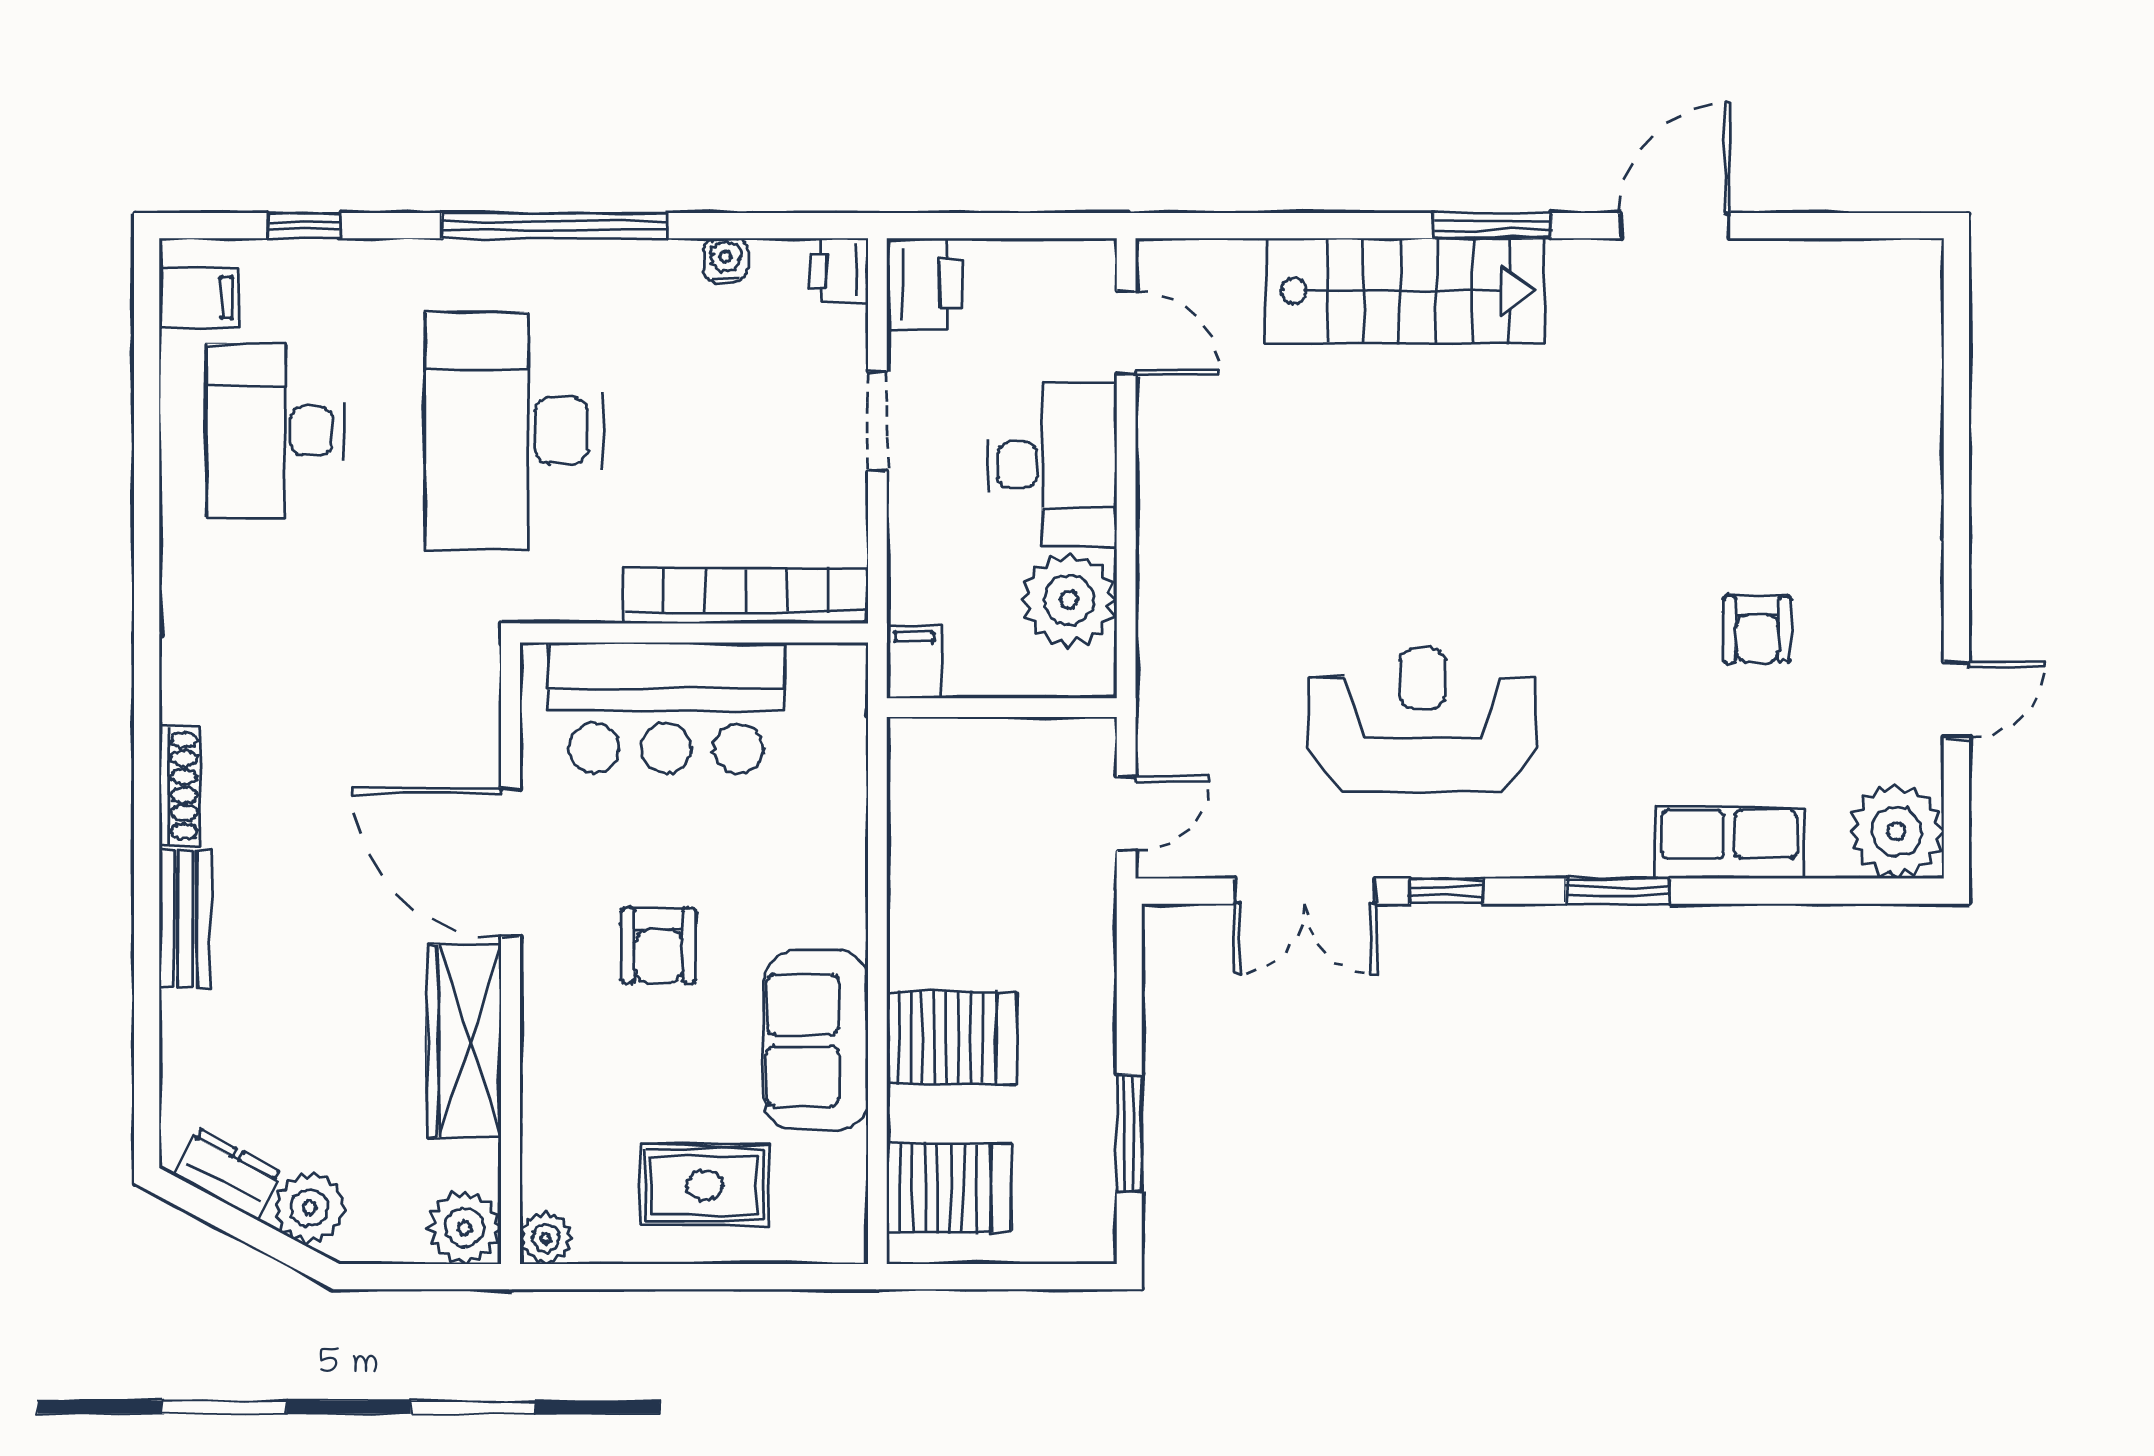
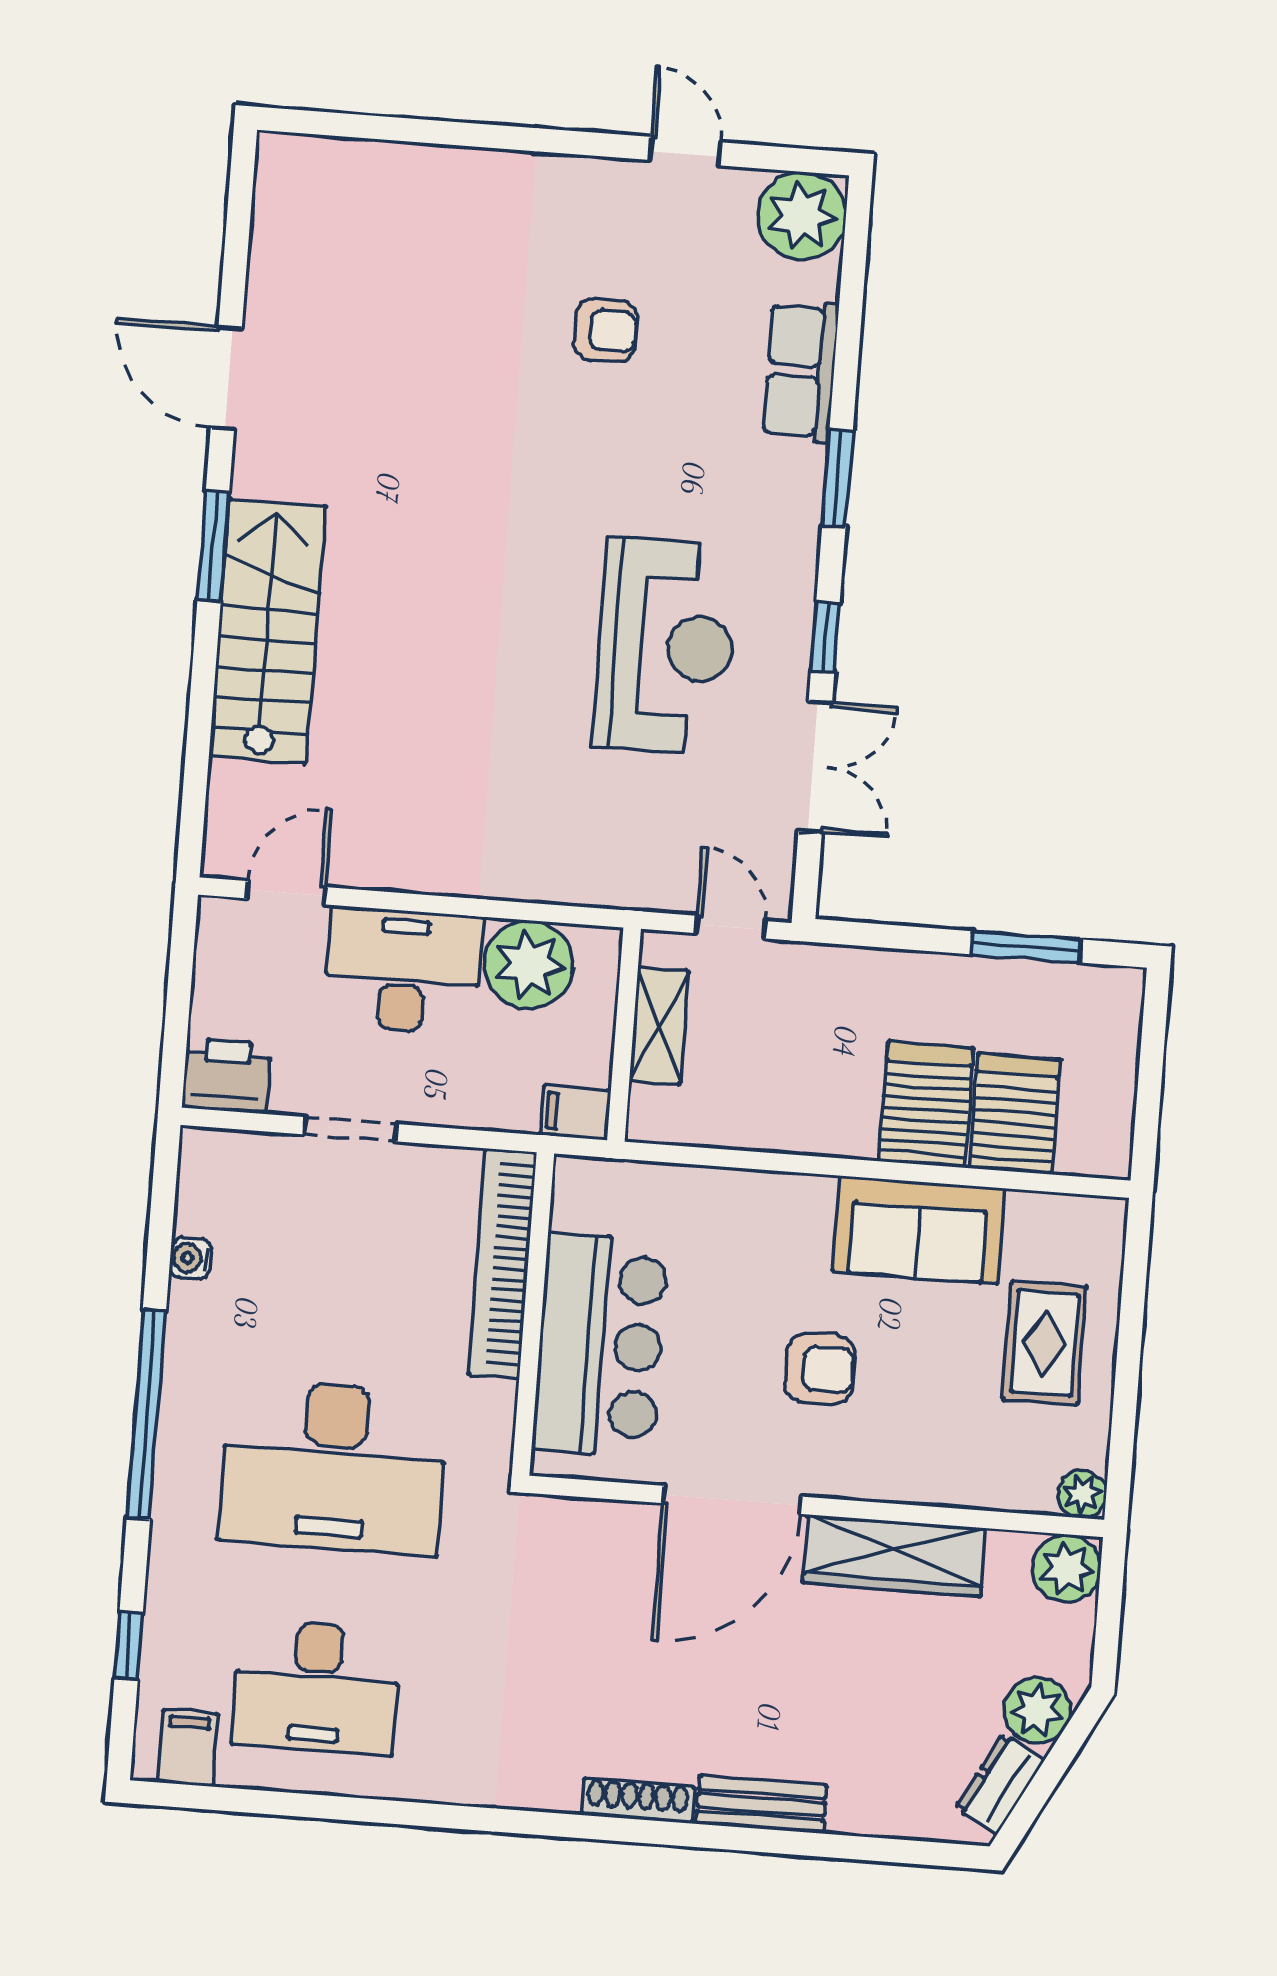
printer: (839, 270) -> (208, 1154), removed
reception desk: (1422, 720) -> (666, 646), turned 180
shelving: (1014, 745) -> (659, 1026), added
server rack: (949, 1188) -> (1015, 1114), moved

